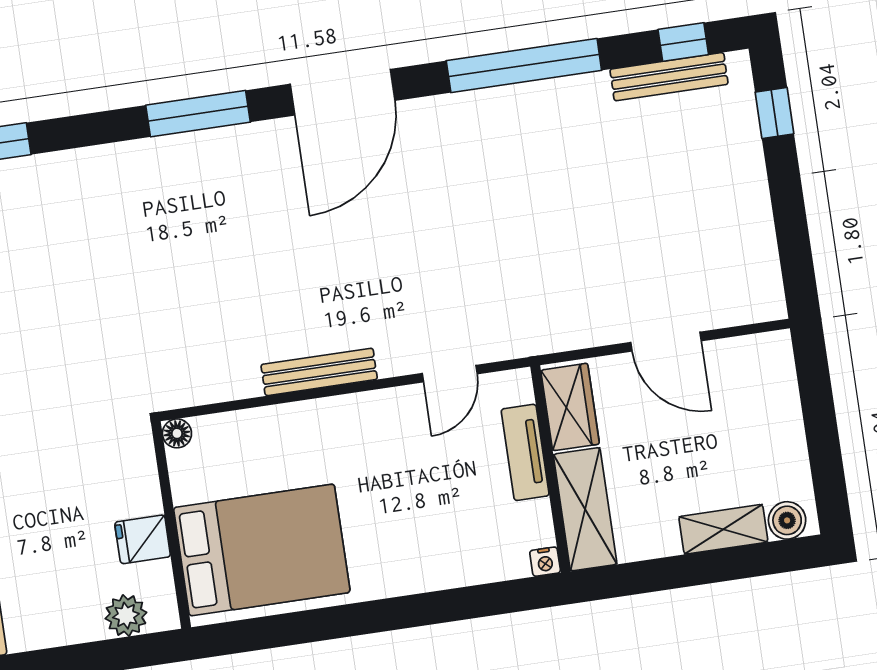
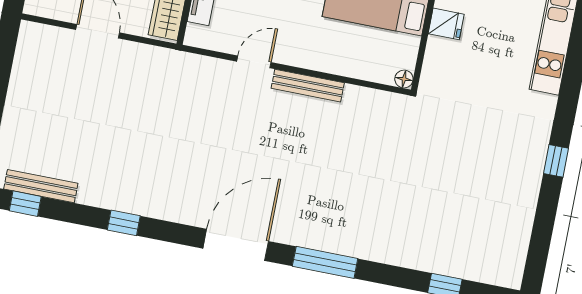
window: (524, 66) -> (124, 223), width x0.32
door: (450, 374) -> (254, 62), moved

